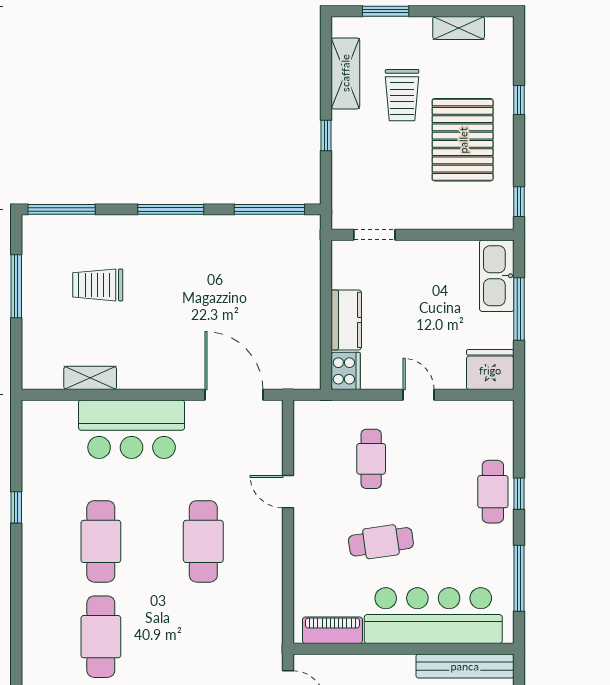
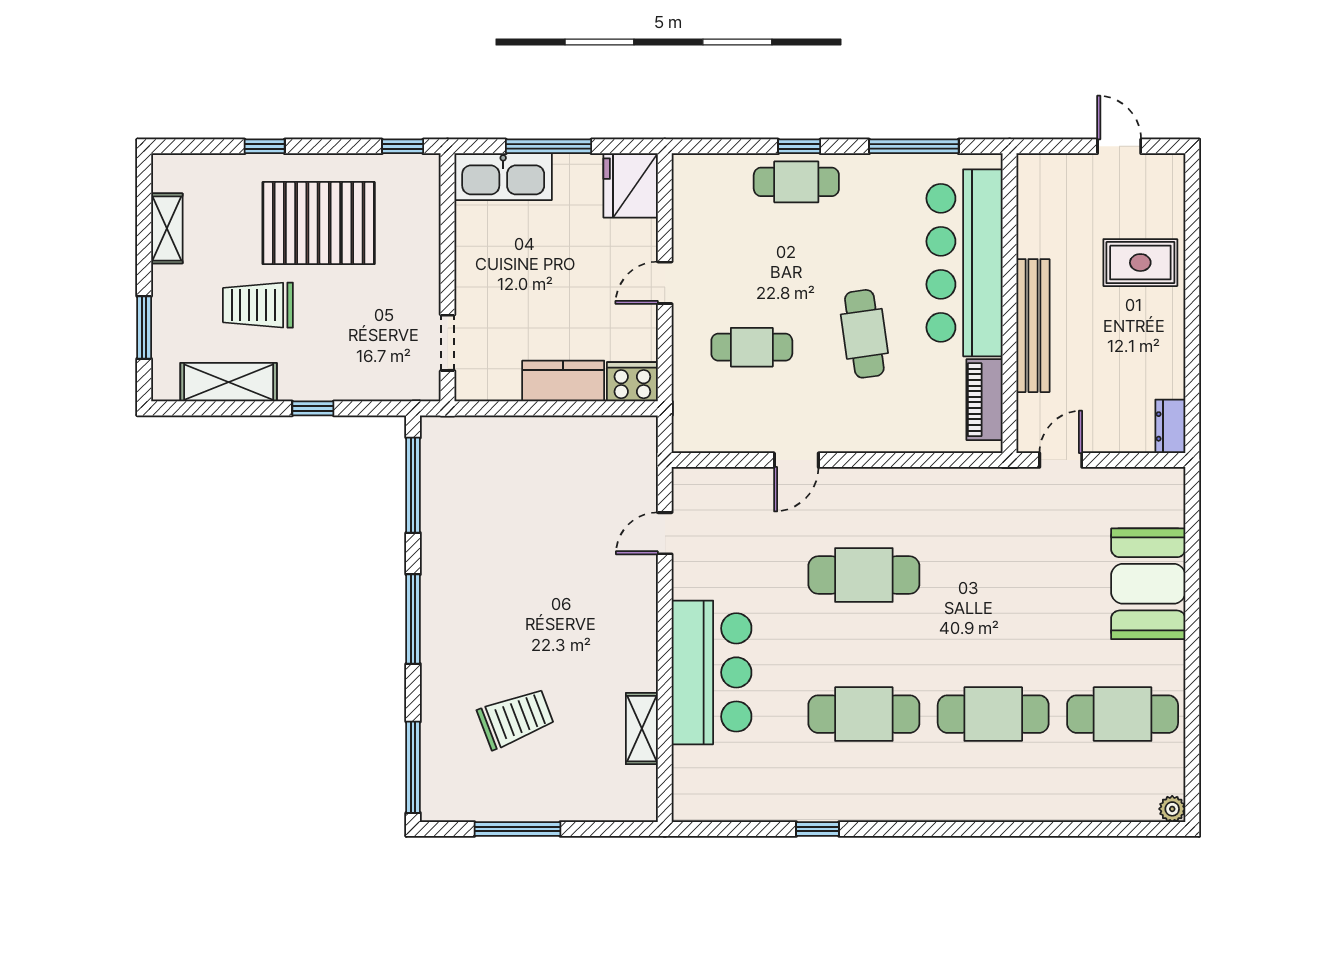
trolley: (402, 95) -> (258, 305), turned 180
trolley: (98, 285) -> (516, 718), turned -111
door: (234, 395) -> (665, 533), width x0.53
bench: (465, 666) -> (1033, 326), moved

